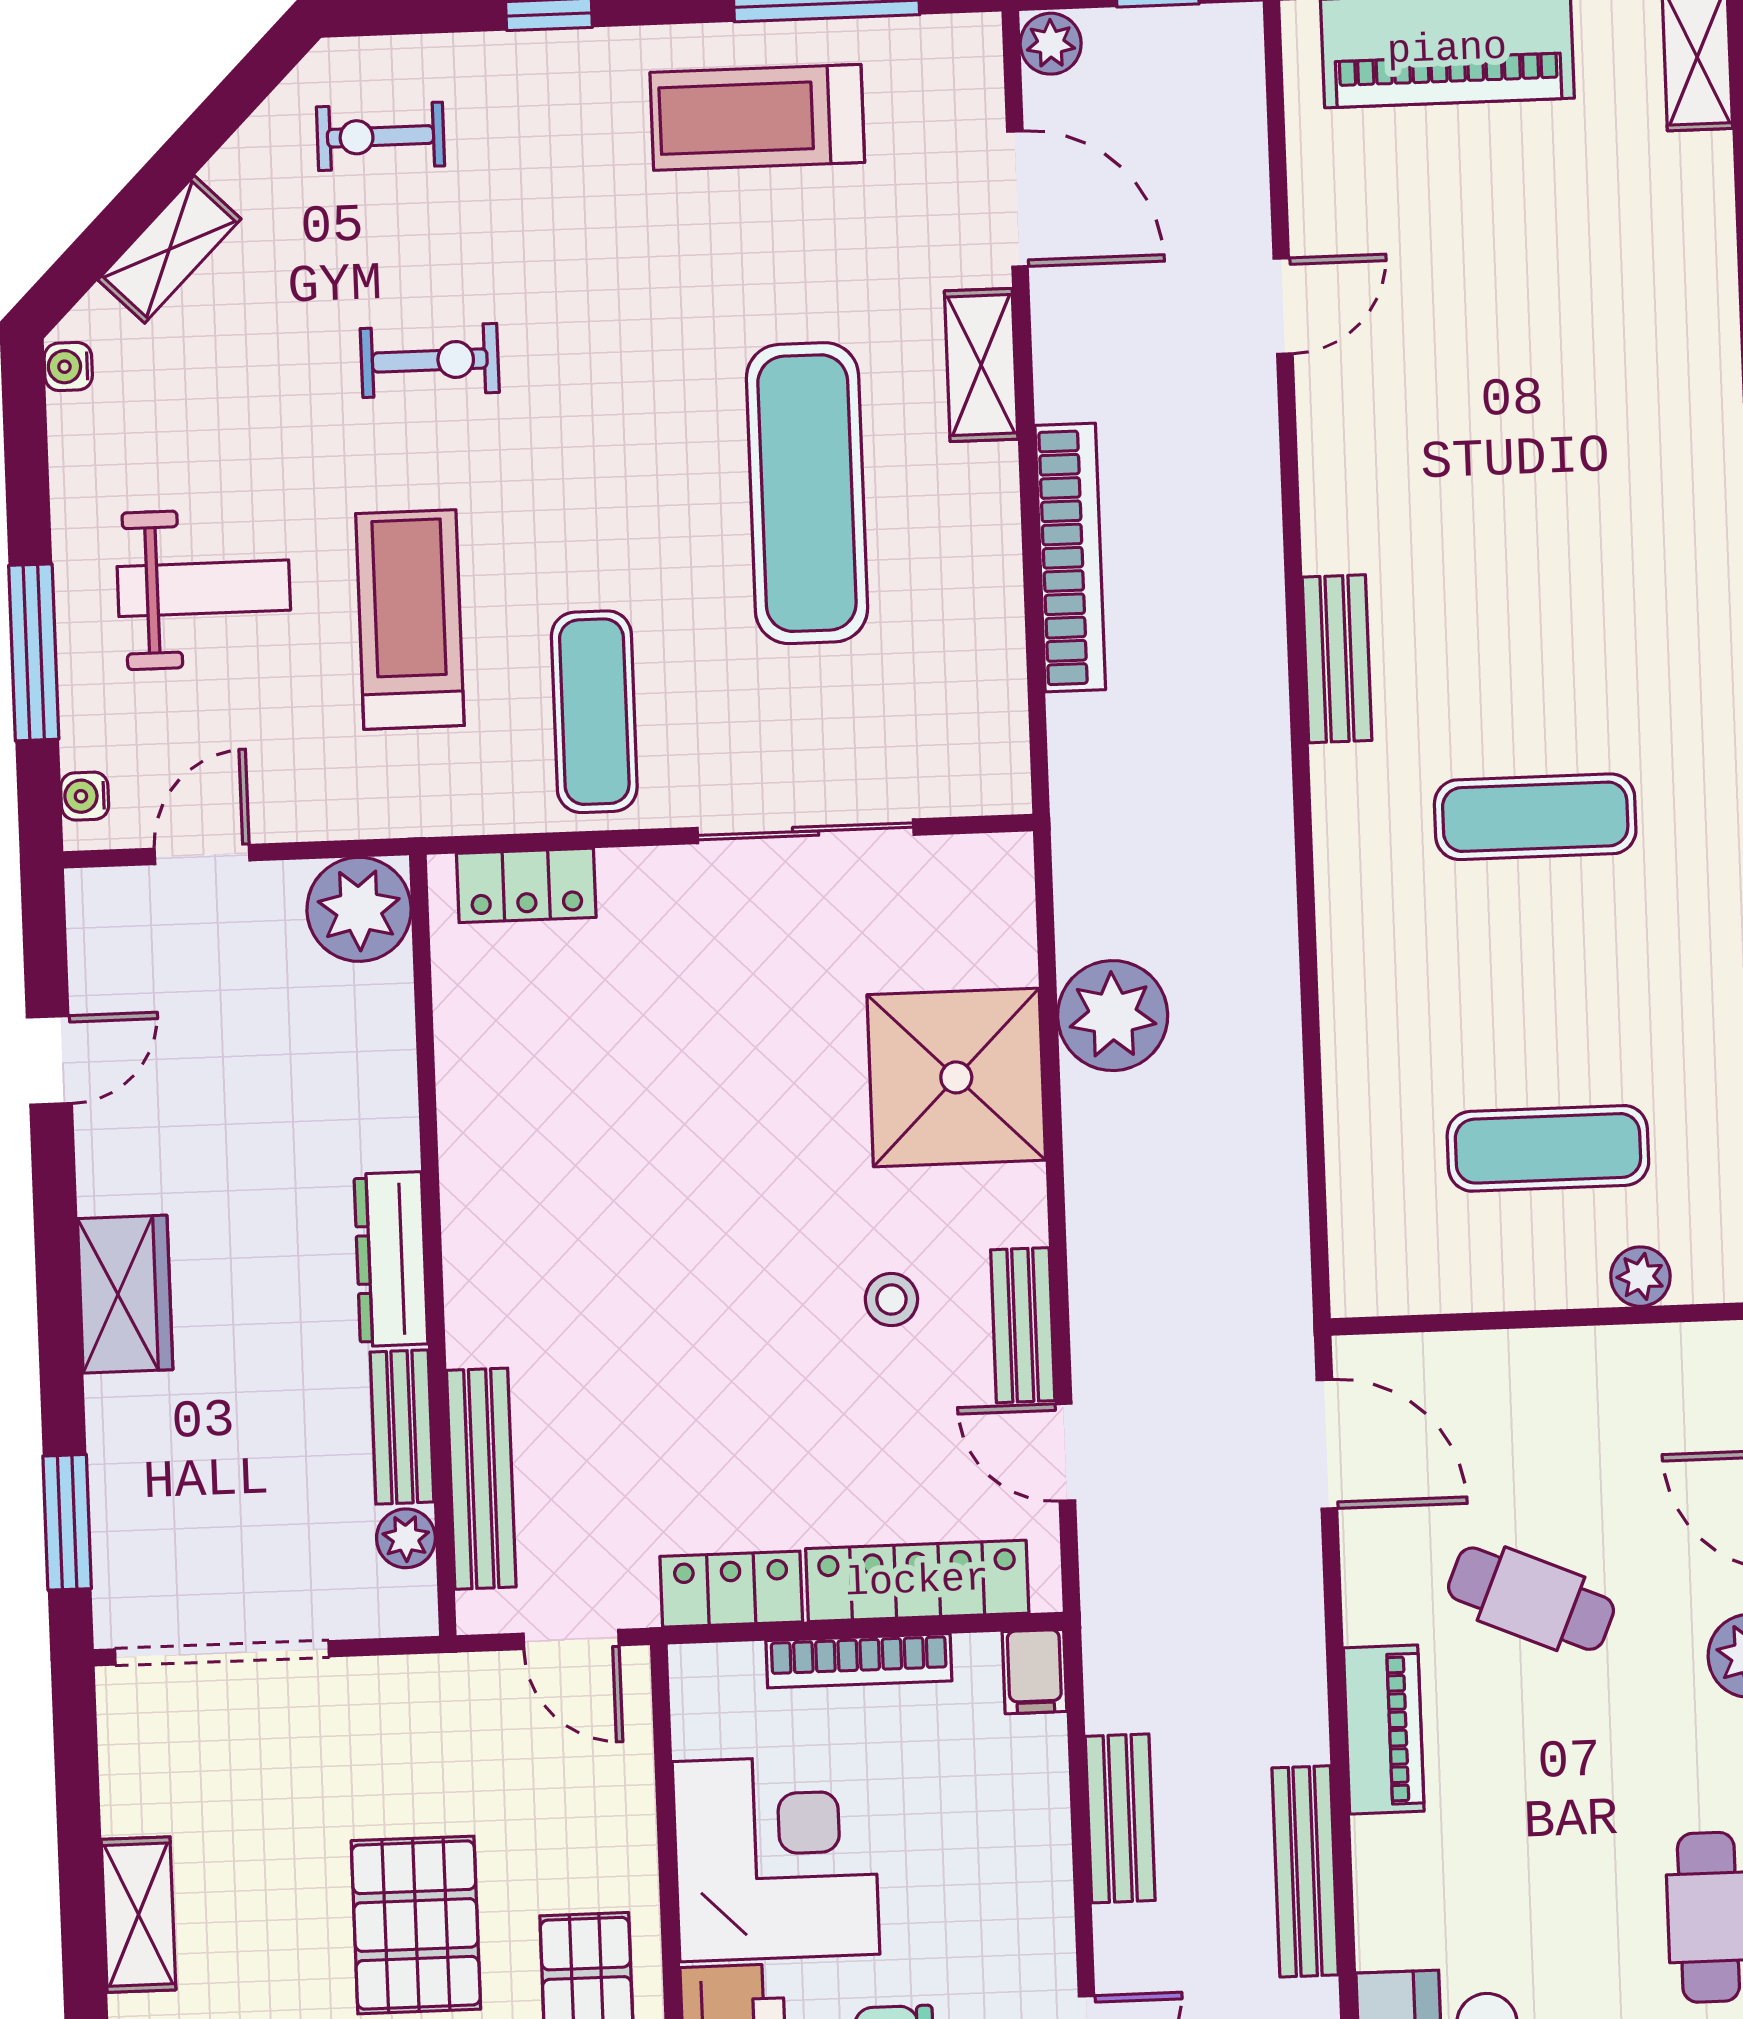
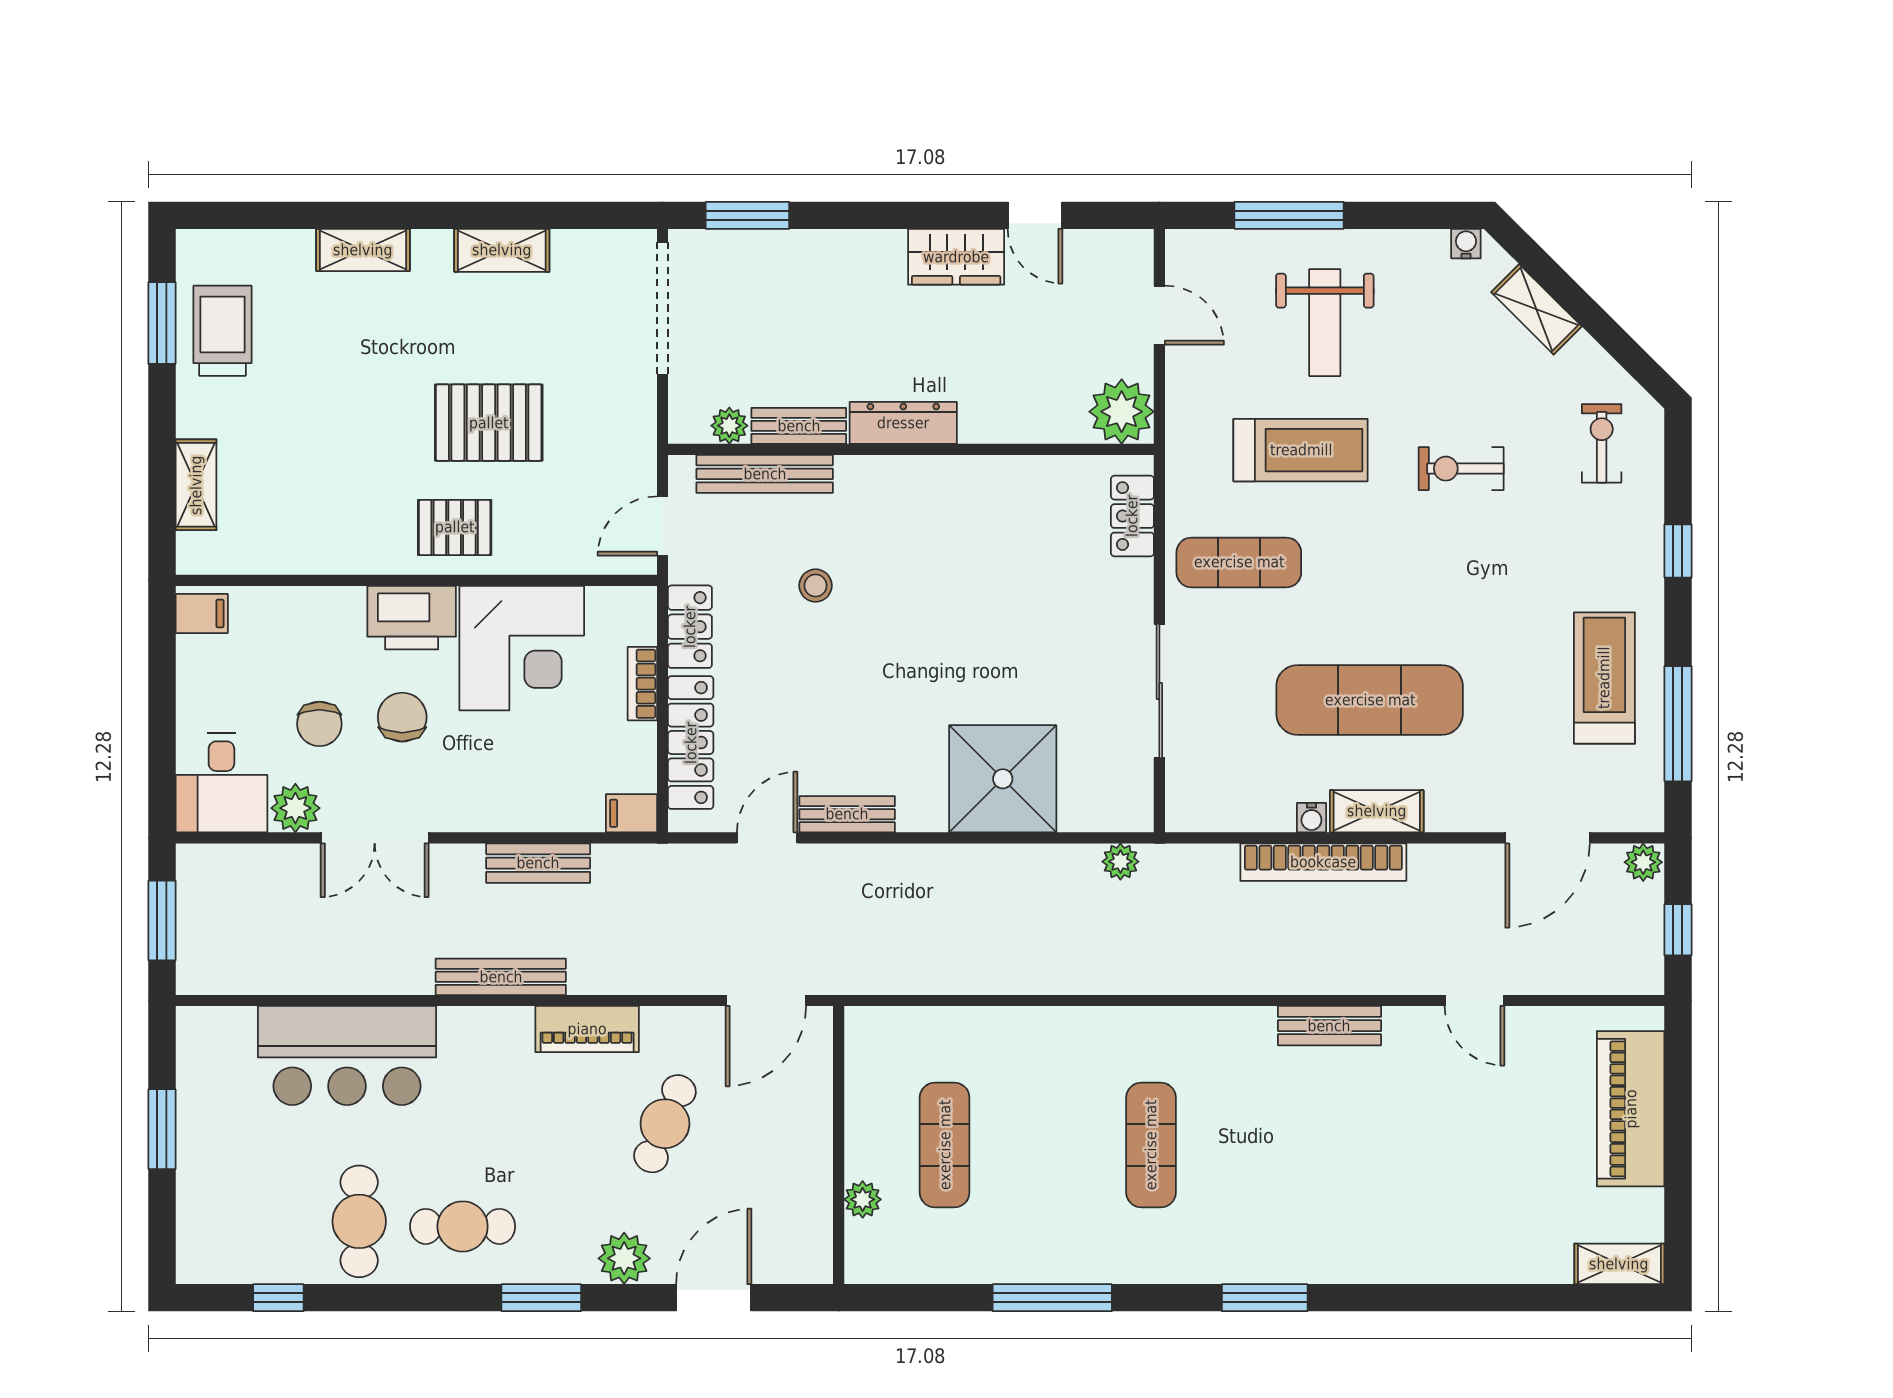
exercise bike: (430, 360) -> (1461, 469), turned 90
shelving: (981, 365) -> (1377, 811), moved
bench: (1337, 659) -> (1329, 1026), moved
water cooler: (85, 796) -> (1311, 818), moved, turned 180
plant: (1113, 1016) -> (1120, 862), moved, width x0.53, depth x0.53
wardrobe: (125, 1294) -> (956, 257), moved
stool: (891, 1300) -> (815, 586), moved
bookcase: (859, 1661) -> (642, 684), width x0.64

